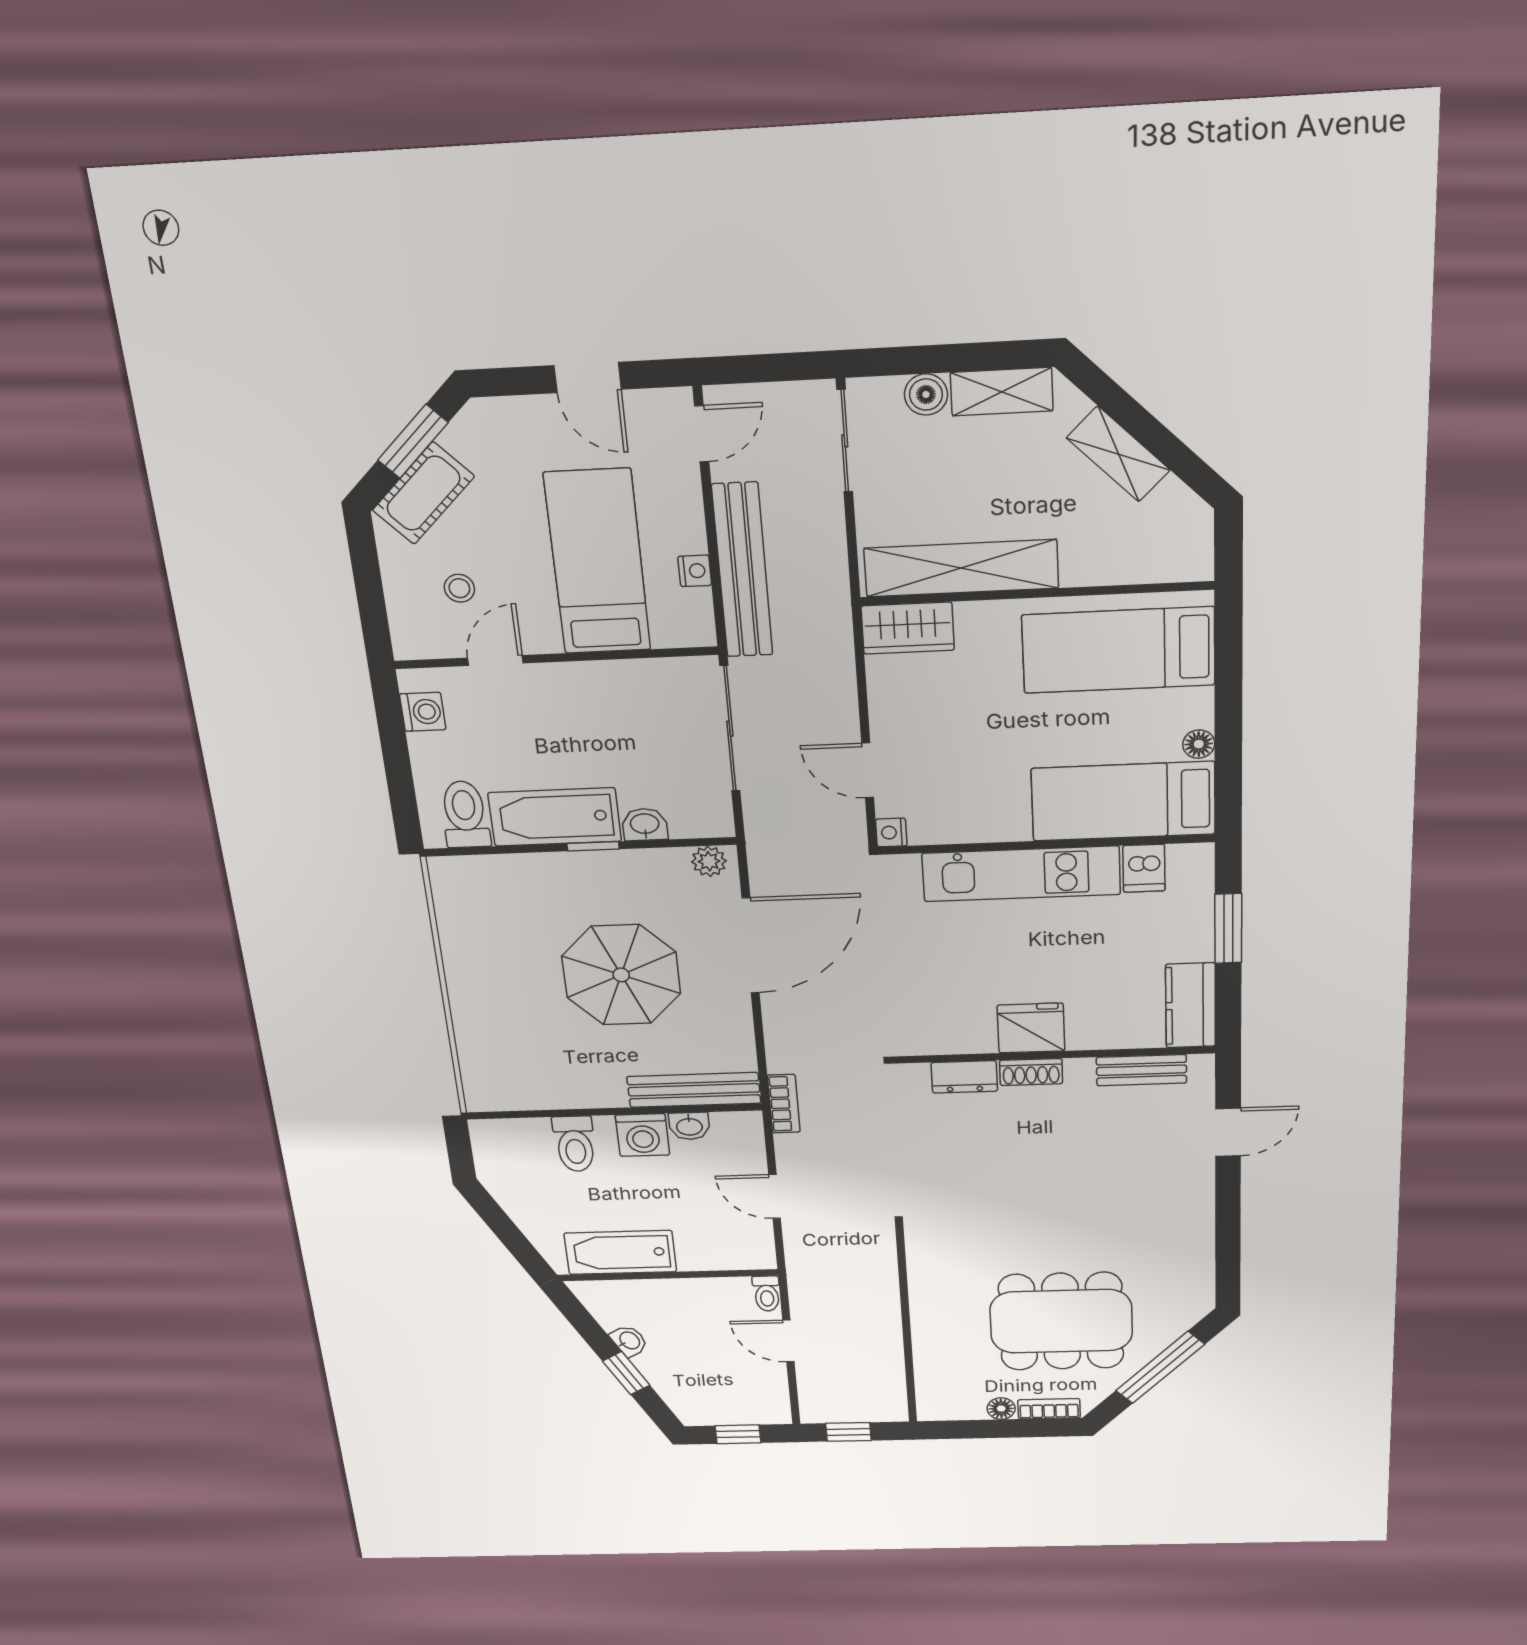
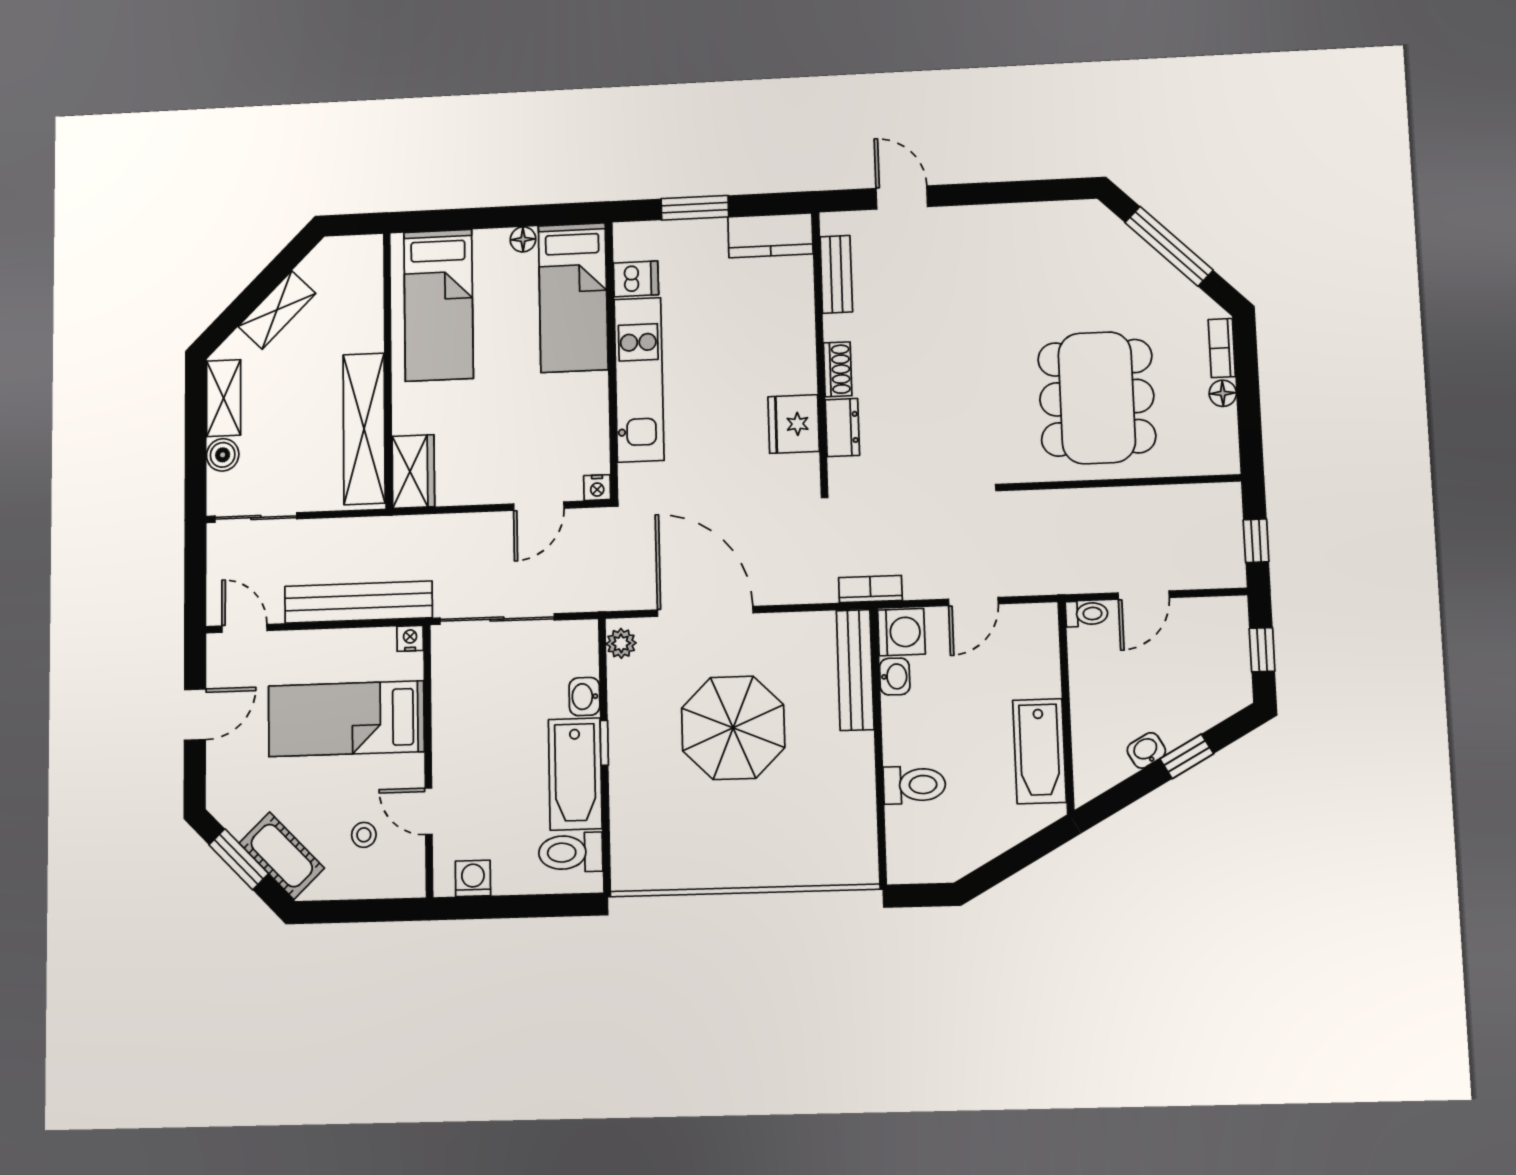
nightstand: (695, 571) -> (410, 638), moved
fridge: (1031, 1028) -> (794, 424), moved
washing machine: (642, 1135) -> (901, 632), moved
dining table: (1061, 1321) -> (1097, 398), moved

